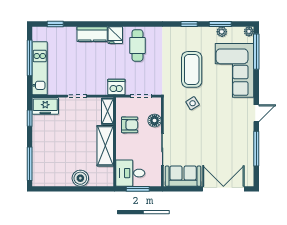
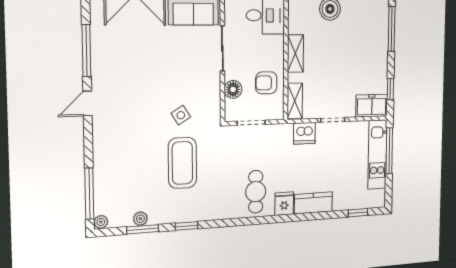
window: (30, 58) -> (389, 151), moved
corner sofa: (234, 70) -> (121, 165), removed
dishwasher: (116, 87) -> (304, 133), moved
shelving: (105, 146) -> (295, 53), width x0.67, depth x0.75

